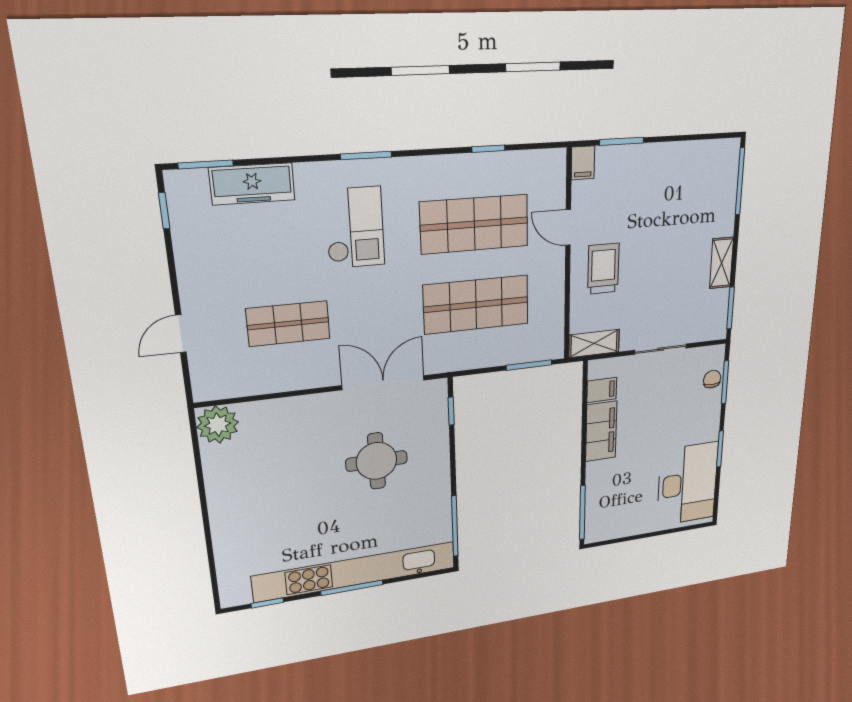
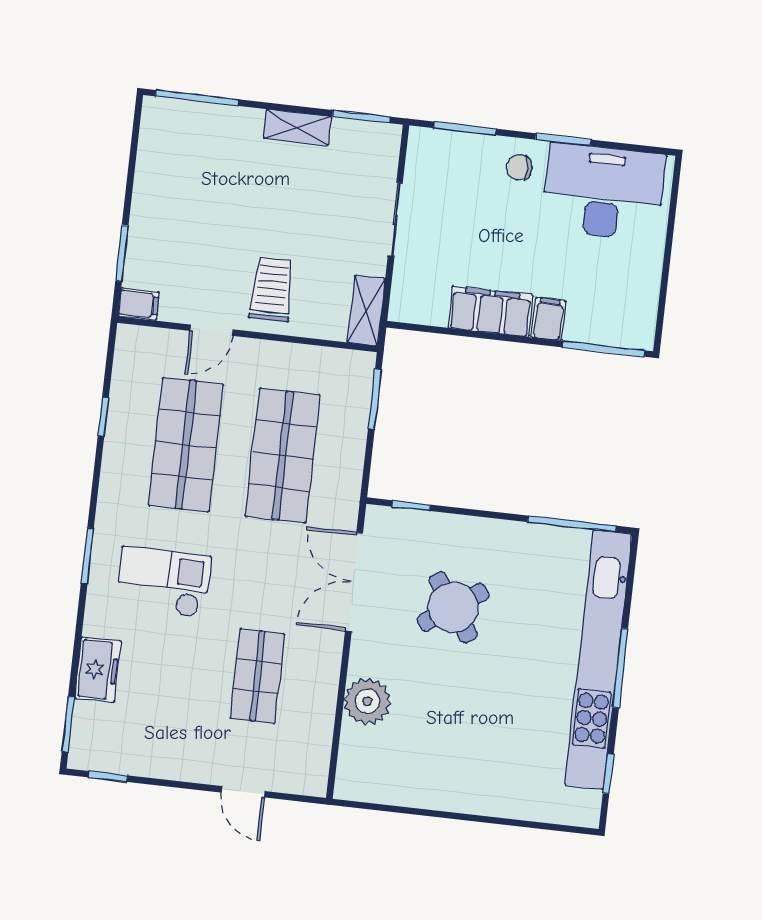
freezer: (252, 184) -> (98, 670), width x0.71
trolley: (603, 269) -> (272, 290), turned 90
chair: (712, 379) -> (519, 167), moved
filing cabinet: (602, 390) -> (549, 319), moved
plant: (218, 425) -> (367, 701), moved
round table: (376, 461) -> (453, 607), turned -35

